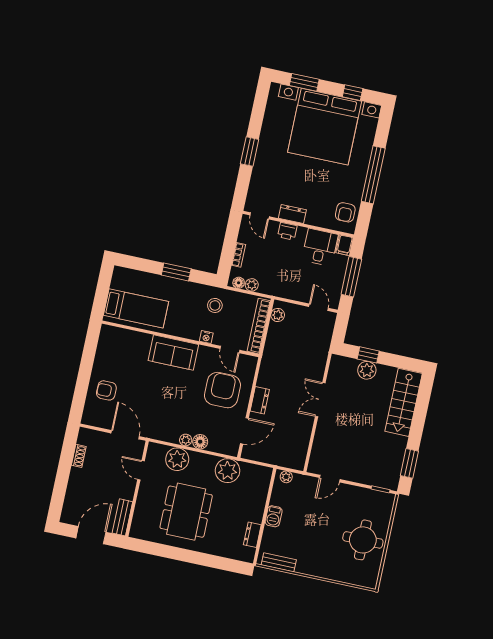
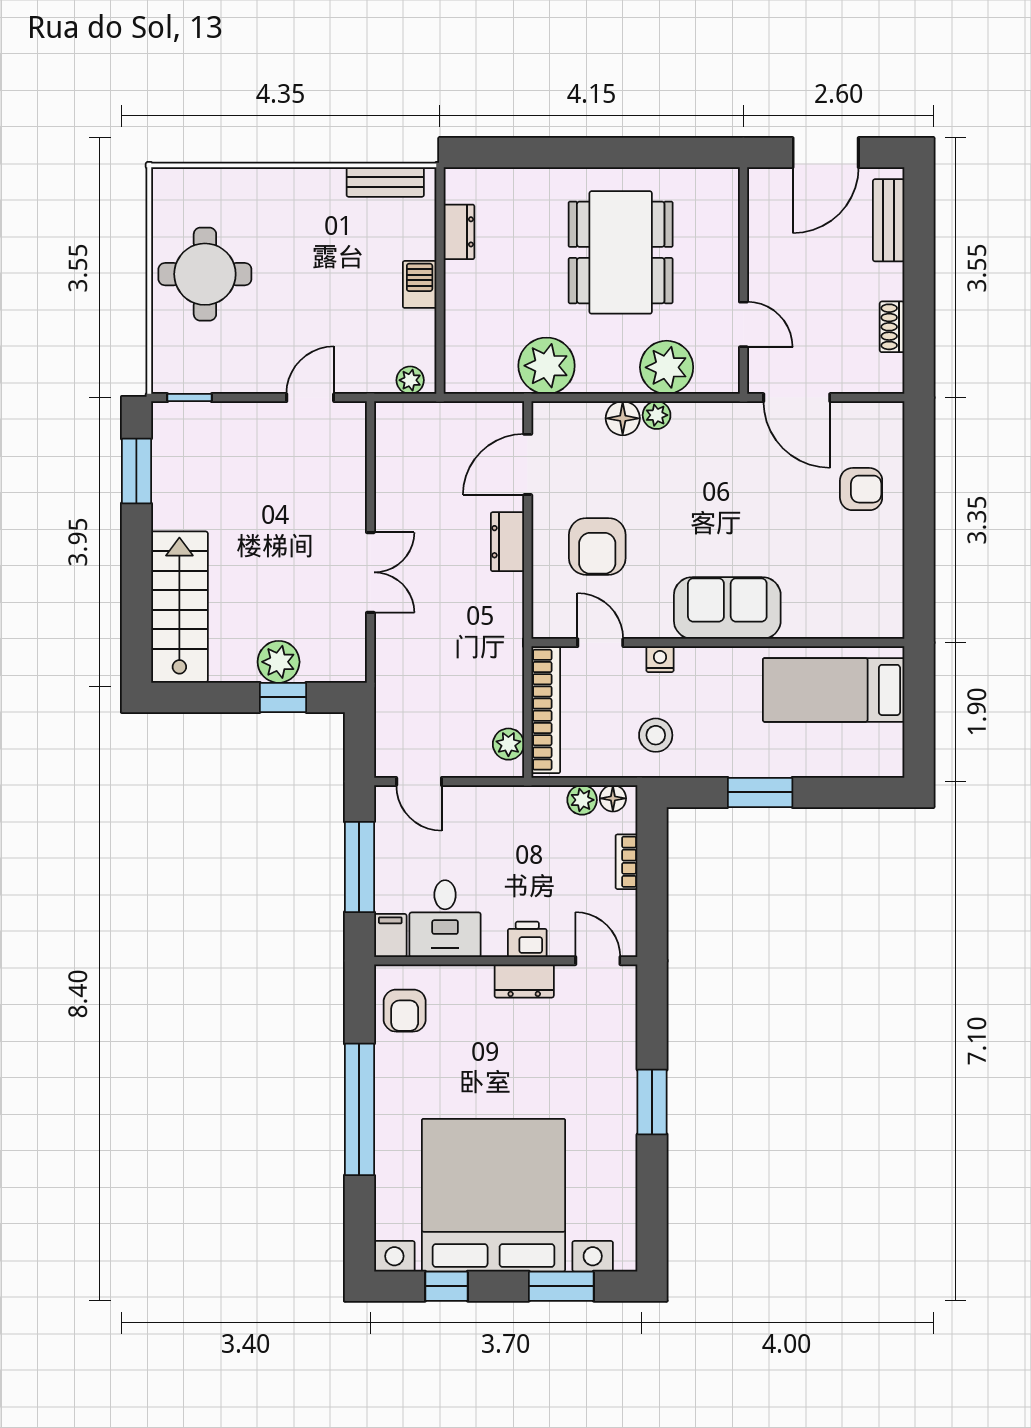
armchair: (345, 212) -> (405, 1011), turned 180
armchair: (222, 390) -> (597, 546), width x0.73, depth x0.73
bench: (122, 517) -> (889, 220), moved

